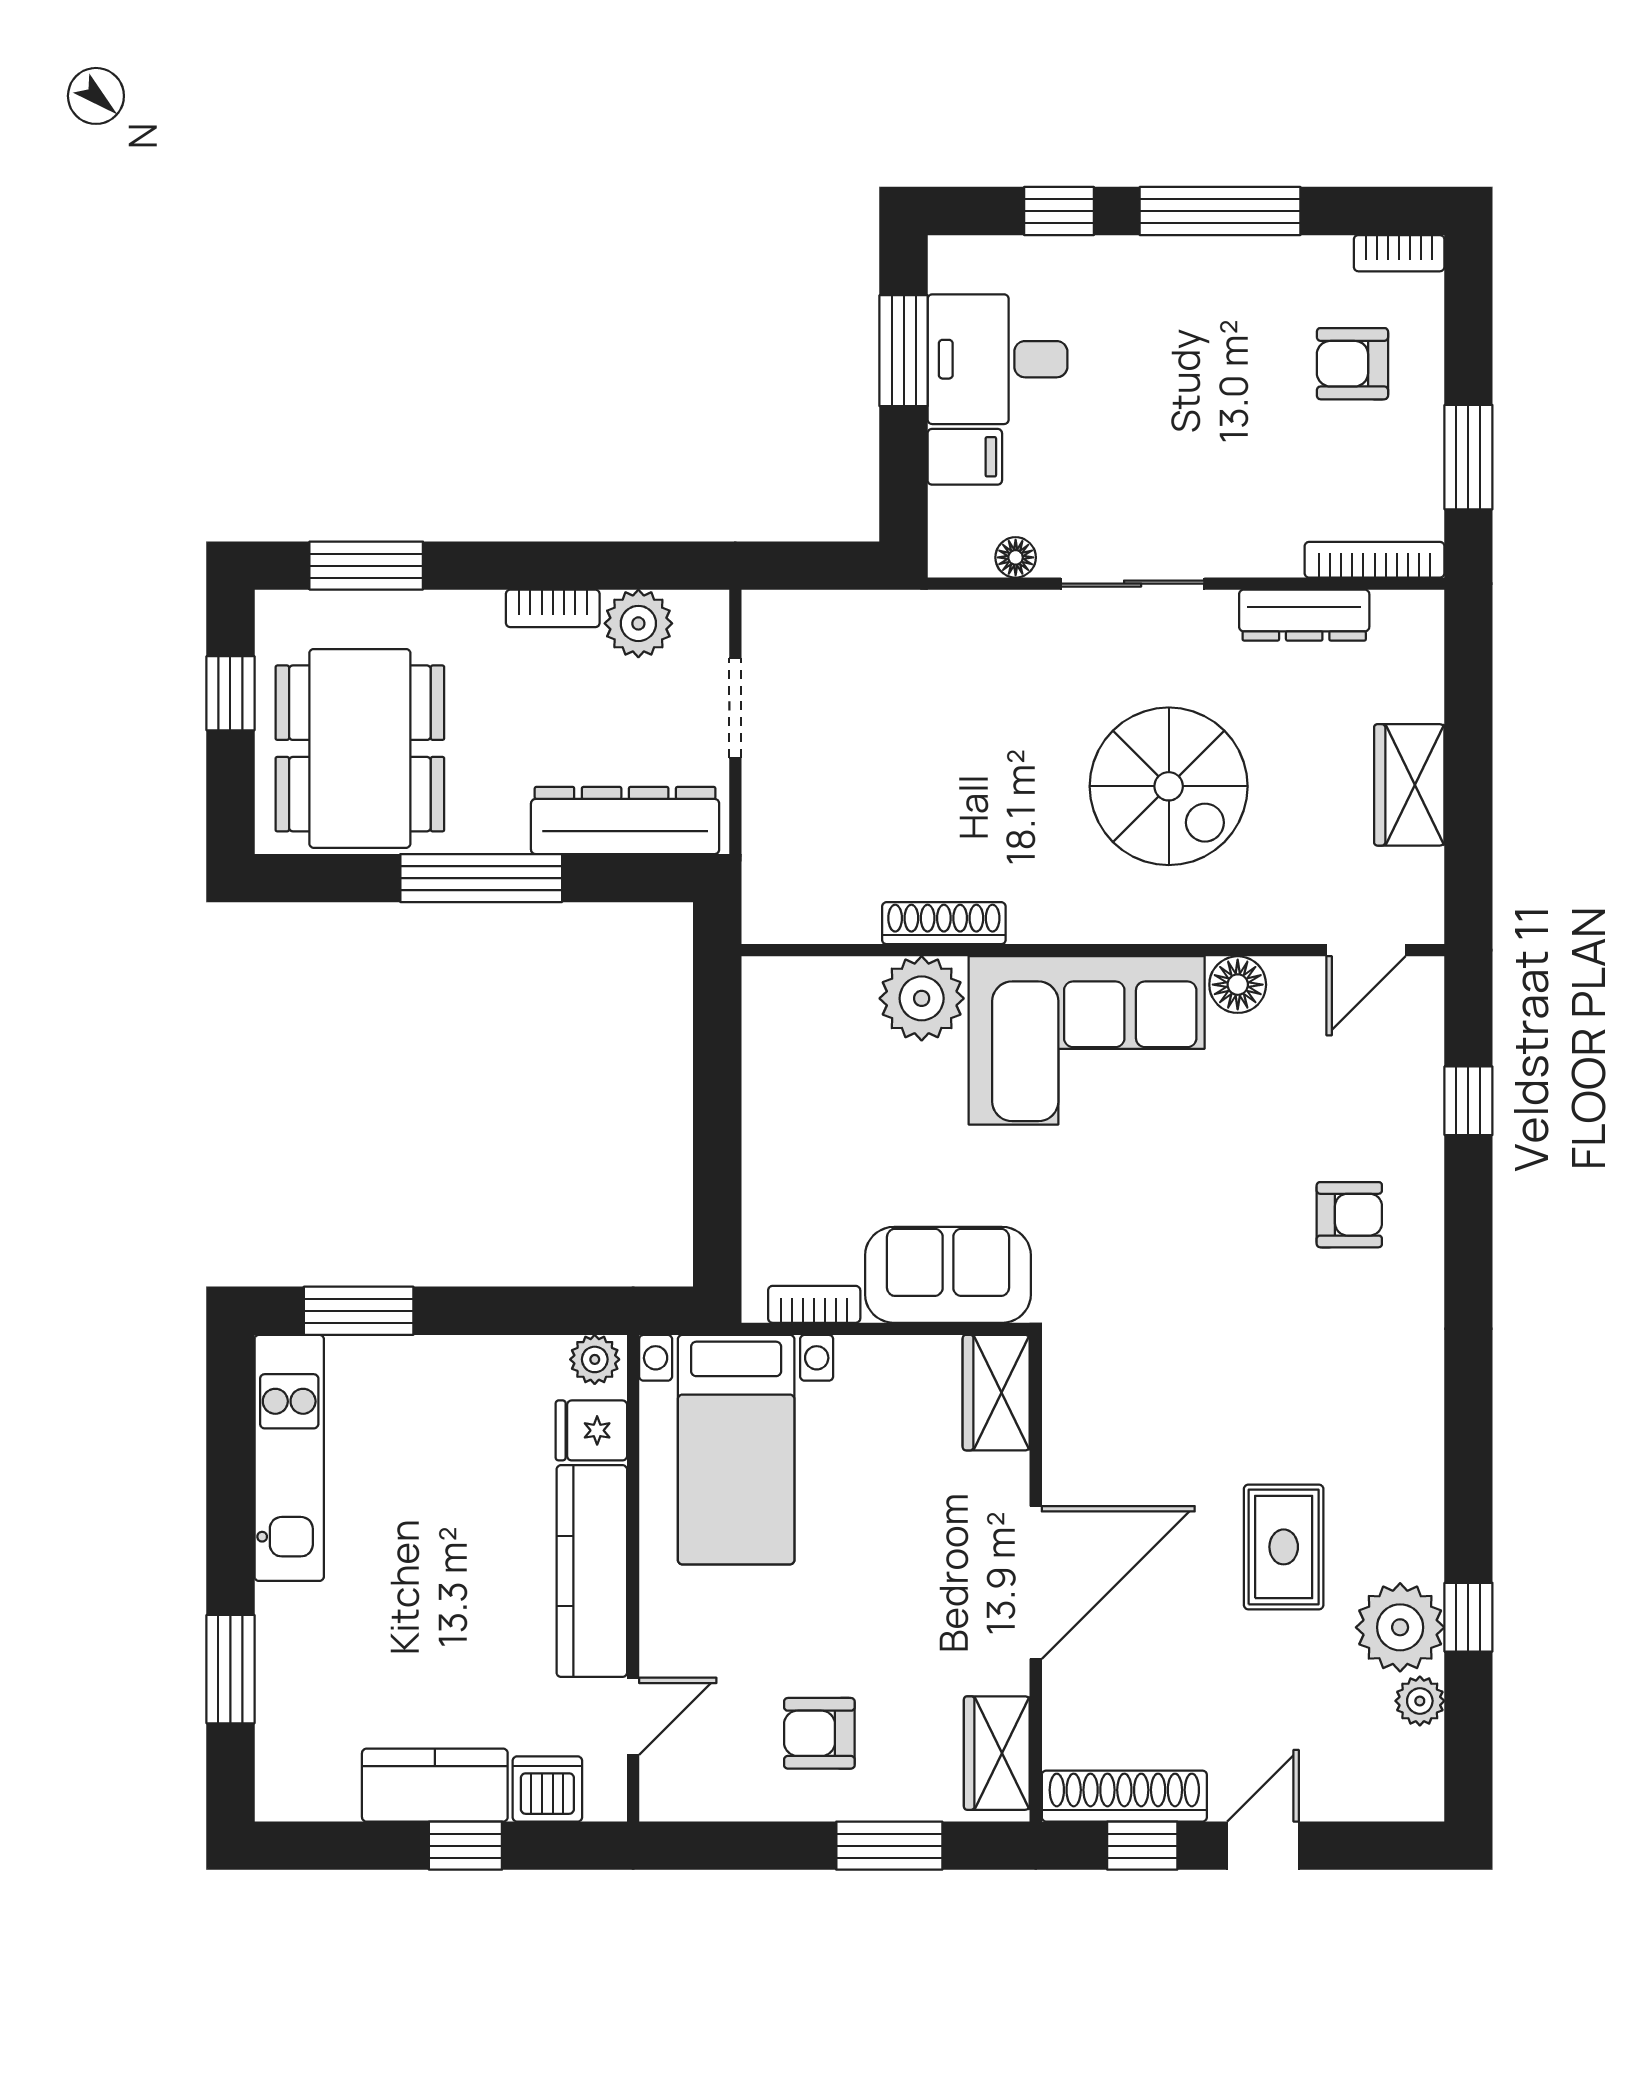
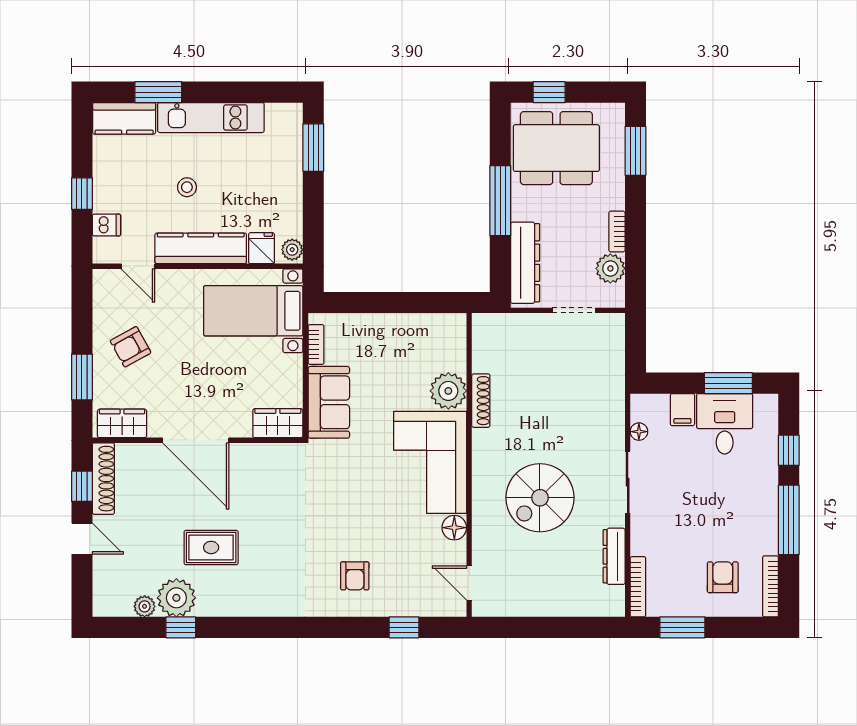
bookcase: (1399, 253) -> (770, 586), width x1.56
window: (230, 693) -> (549, 92), moved
wardrobe: (1409, 785) -> (541, 602), removed
kitchen unit: (289, 1458) -> (211, 118), moved
stool: (450, 1603) -> (187, 187), added
armchair: (819, 1733) -> (131, 347), turned -119
kitchen counter: (435, 1785) -> (124, 118), moved, turned 90
dishwasher: (547, 1789) -> (106, 225), width x0.73

